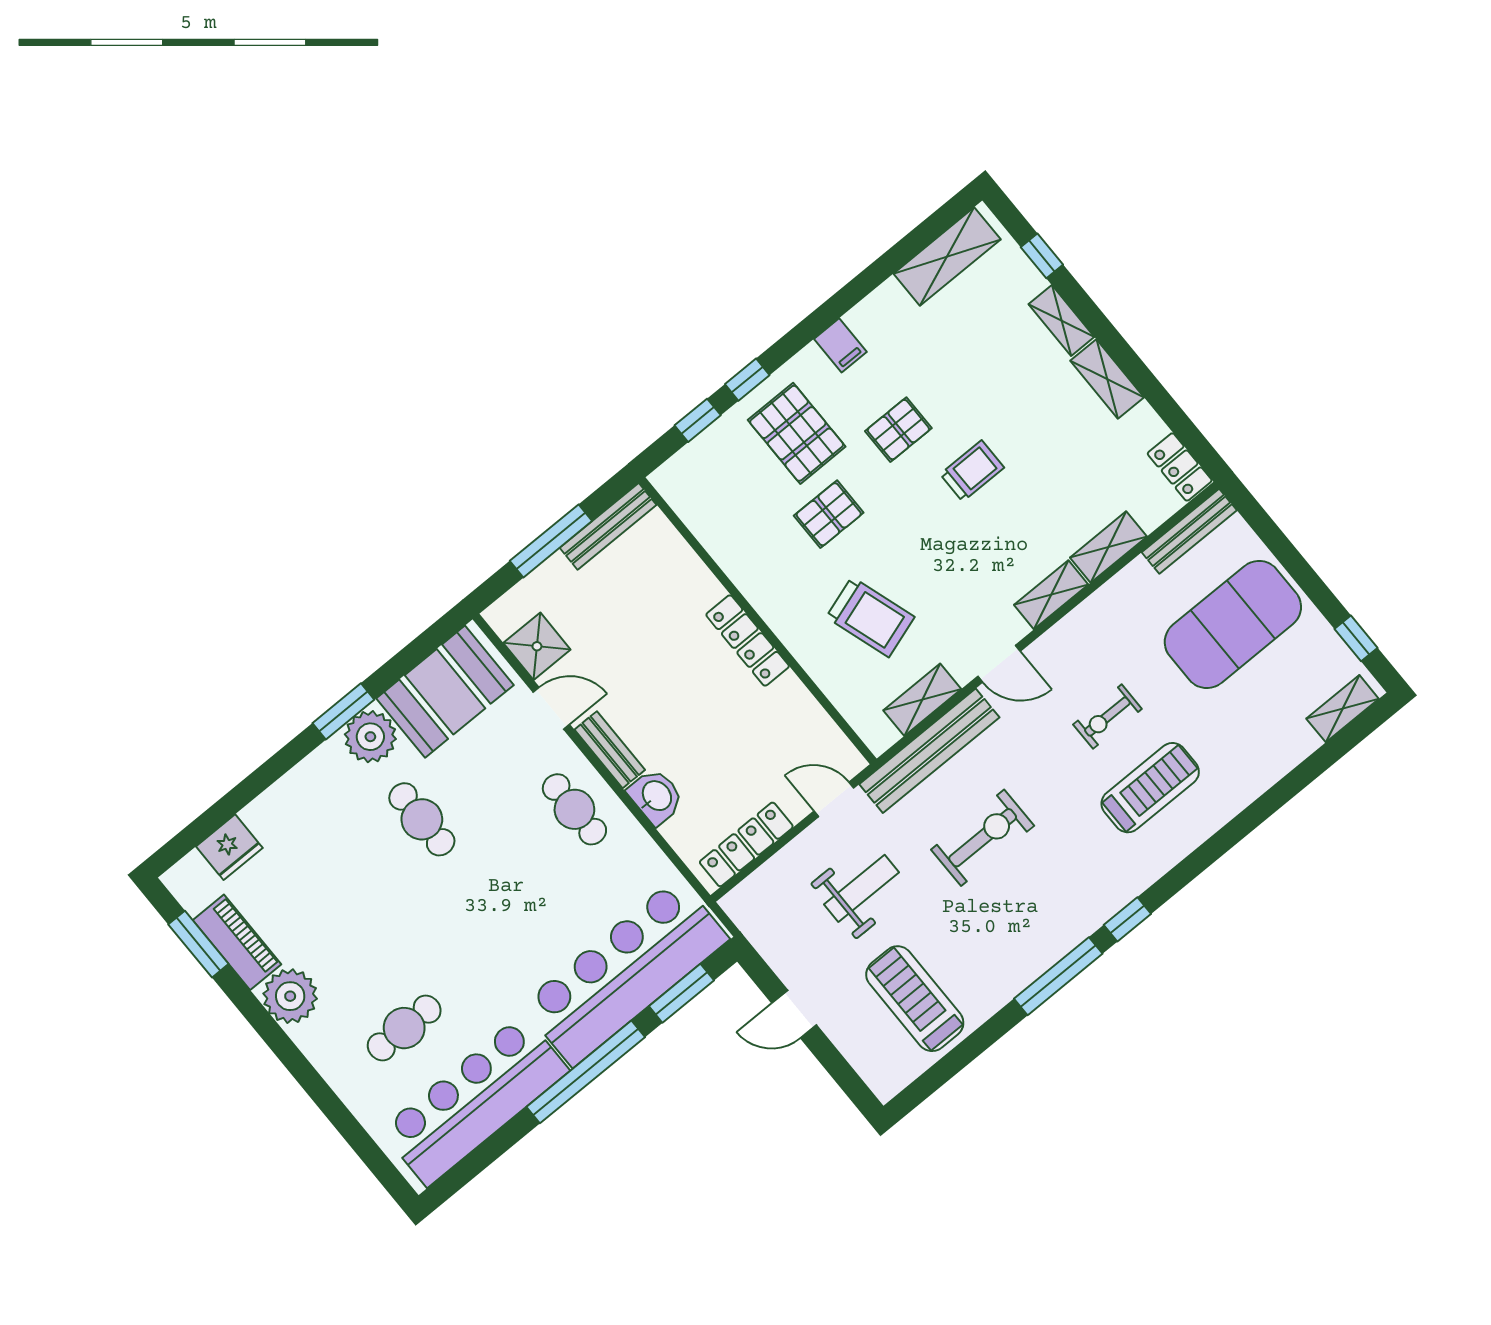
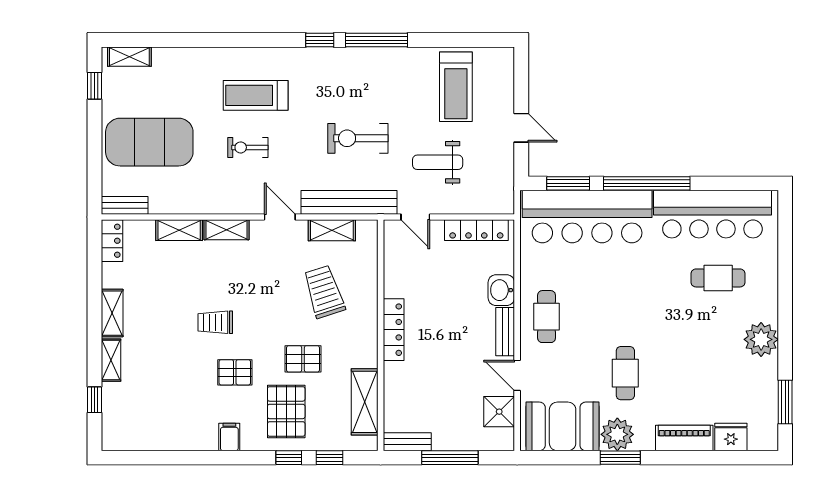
shelving: (947, 257) -> (365, 402), moved, turned 90
bench: (608, 526) -> (407, 442), width x0.73
bench: (1189, 531) -> (125, 205), width x0.73
exercise bike: (1107, 717) -> (248, 147), turned 180
piano: (237, 942) -> (684, 438), moved, turned 90

